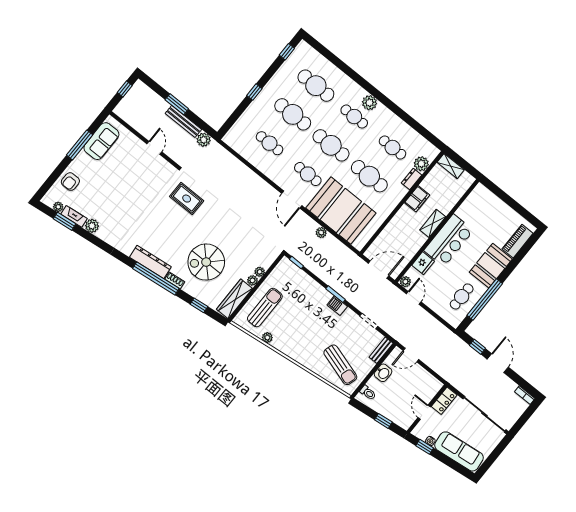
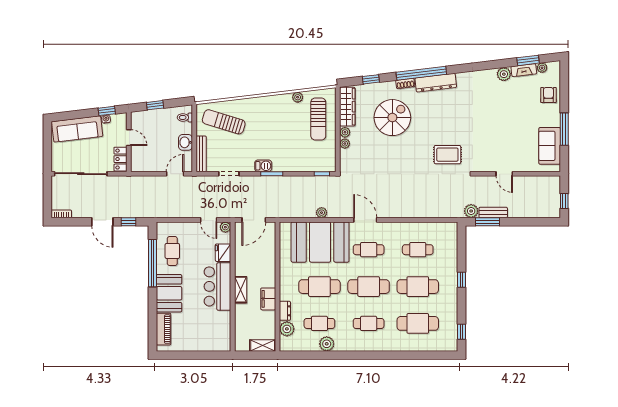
plant: (370, 103) -> (327, 344), moved
window: (177, 104) -> (487, 222), moved
bench: (183, 121) -> (493, 213), width x0.73
bench: (381, 350) -> (201, 154), width x1.36

